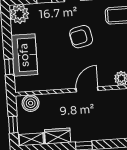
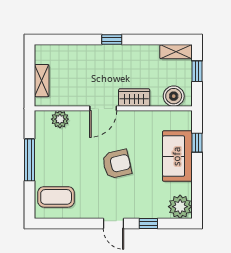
armchair: (81, 37) -> (117, 164), moved
wardrobe: (58, 136) -> (134, 98), moved, turned 180

